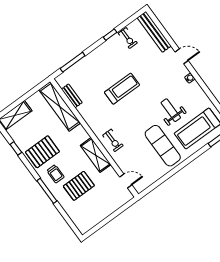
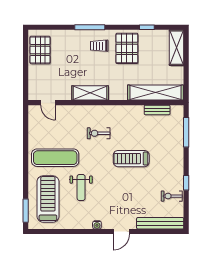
treadmill: (122, 89) -> (131, 159), turned 90
weight bench: (171, 110) -> (81, 187), turned 90
exercise bike: (113, 140) -> (99, 133), moved
door: (126, 181) -> (48, 103), hinge flipped
pallet: (79, 186) -> (40, 50), moved

